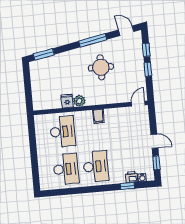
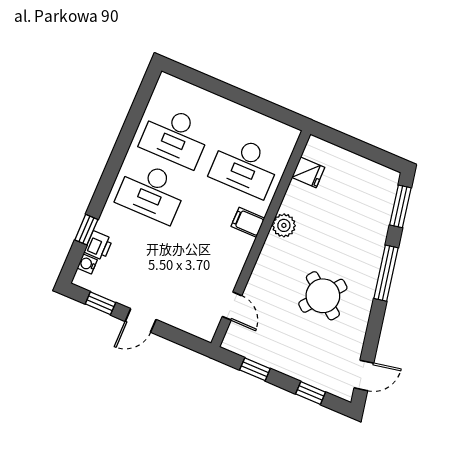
window: (93, 40) -> (386, 273), moved
round table: (101, 67) -> (323, 296), turned 38
window: (148, 69) -> (255, 369), moved
fridge: (67, 101) -> (308, 172), moved
door: (138, 104) -> (232, 306), moved
filing cabinet: (99, 116) -> (248, 222), moved

